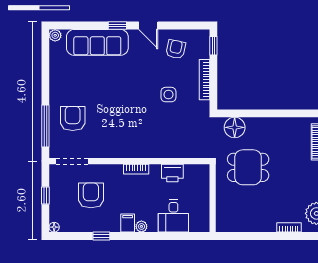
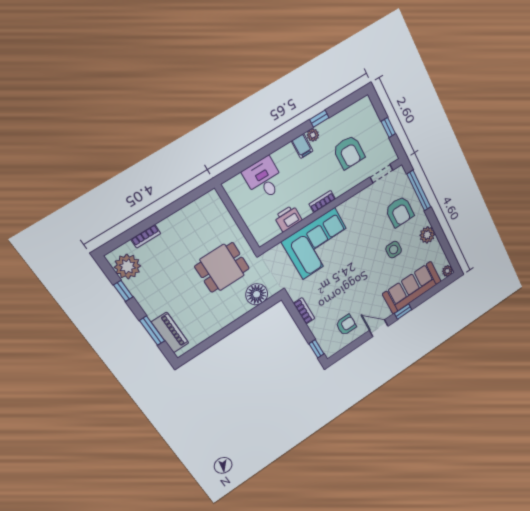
armchair: (176, 49) -> (346, 325), turned -102
bookcase: (204, 80) -> (304, 311), width x0.64
plant: (58, 82) -> (427, 235), added
side table: (168, 95) -> (394, 250), moved
corner sofa: (159, 136) -> (319, 244), added
doorway: (72, 161) -> (381, 174), width x0.73
plant: (141, 226) -> (313, 135), moved
floor lamp: (54, 227) -> (366, 102), removed

